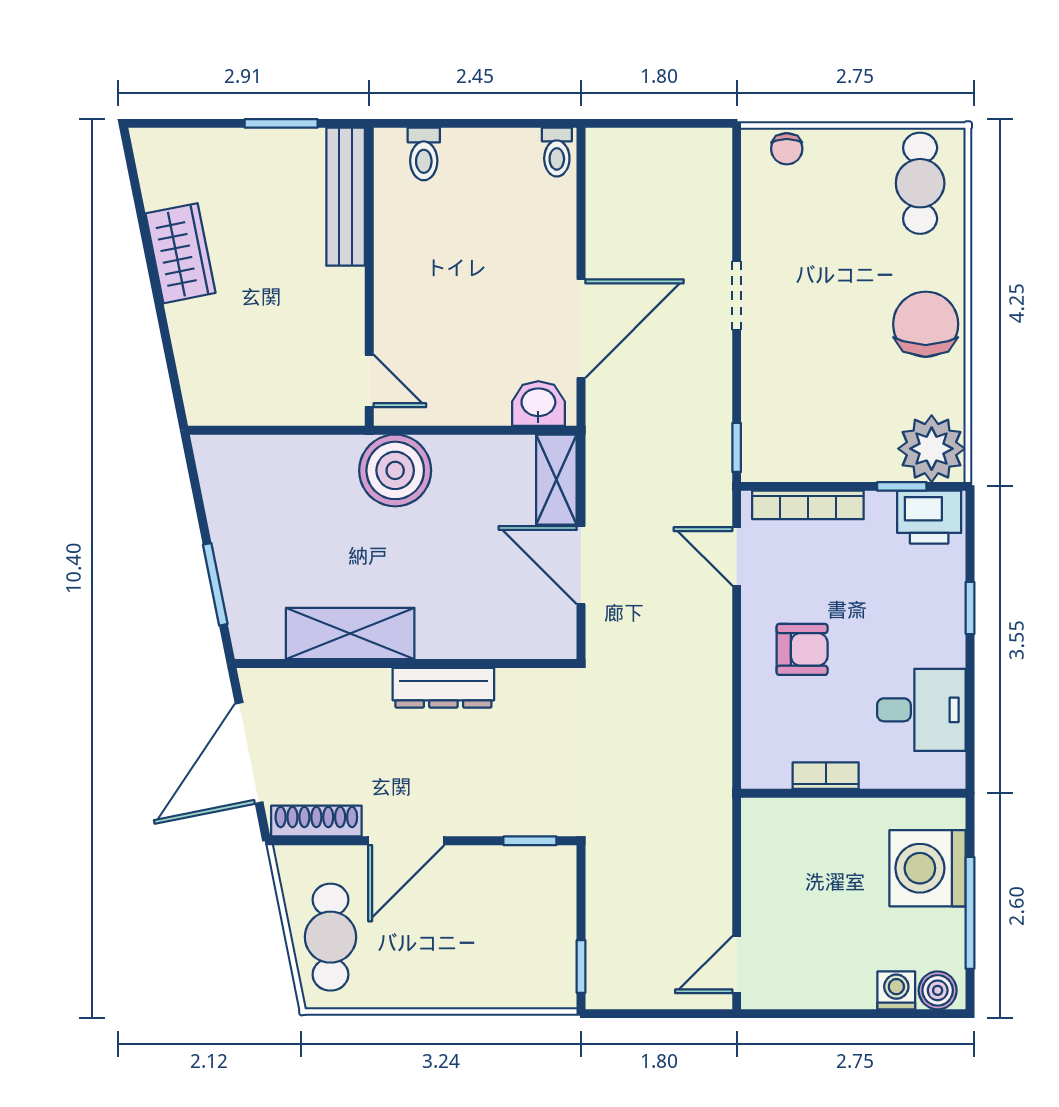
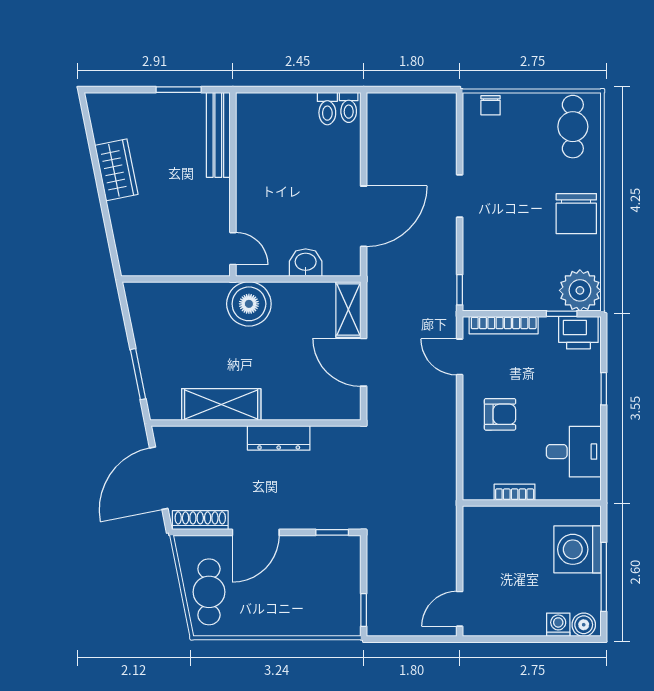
toilet: (424, 154) -> (327, 109), moved
chair: (926, 324) -> (576, 214), turned 180
washbasin: (538, 404) -> (306, 263), moved

